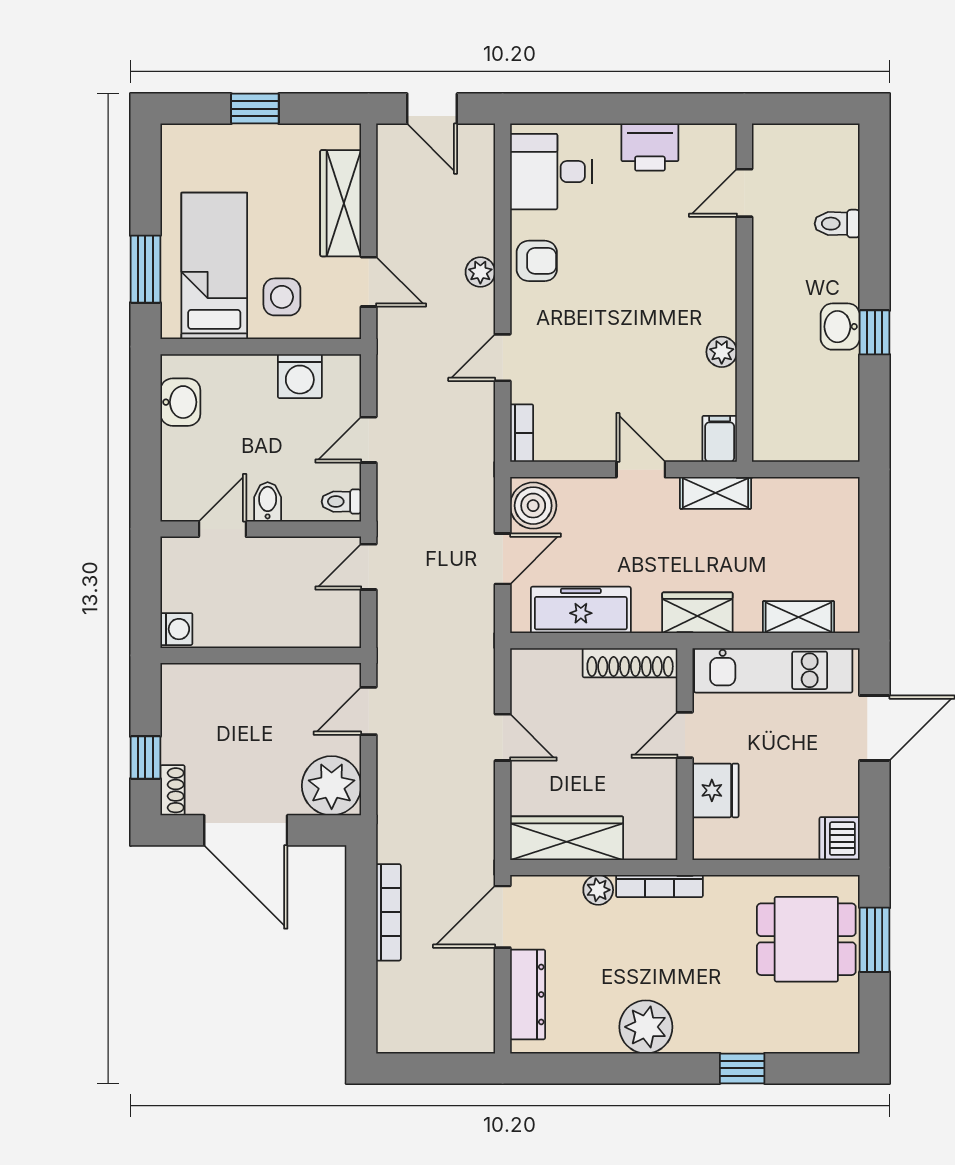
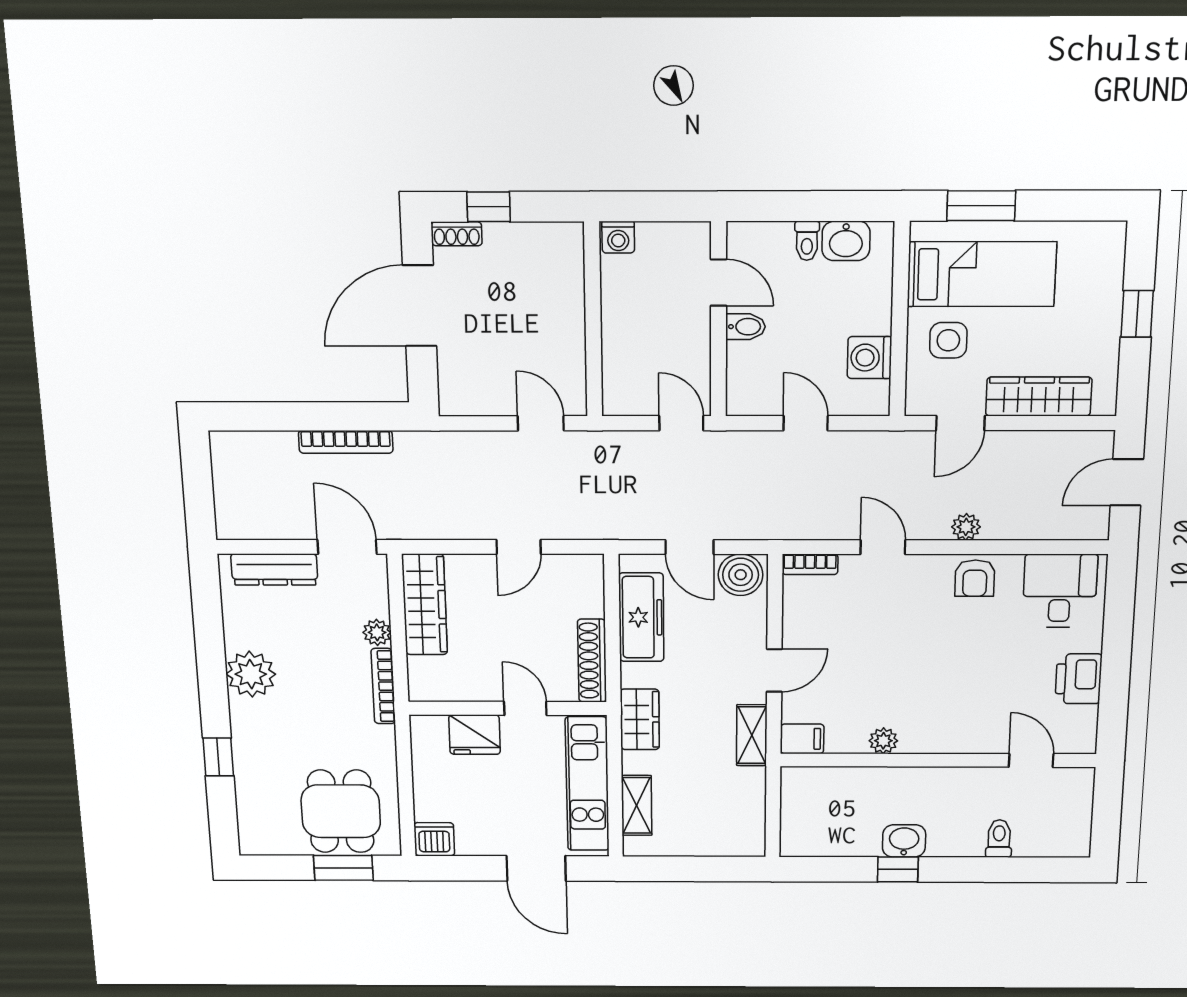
toilet: (341, 502) -> (807, 241), moved, turned 180
plant: (332, 786) -> (467, 388), removed

